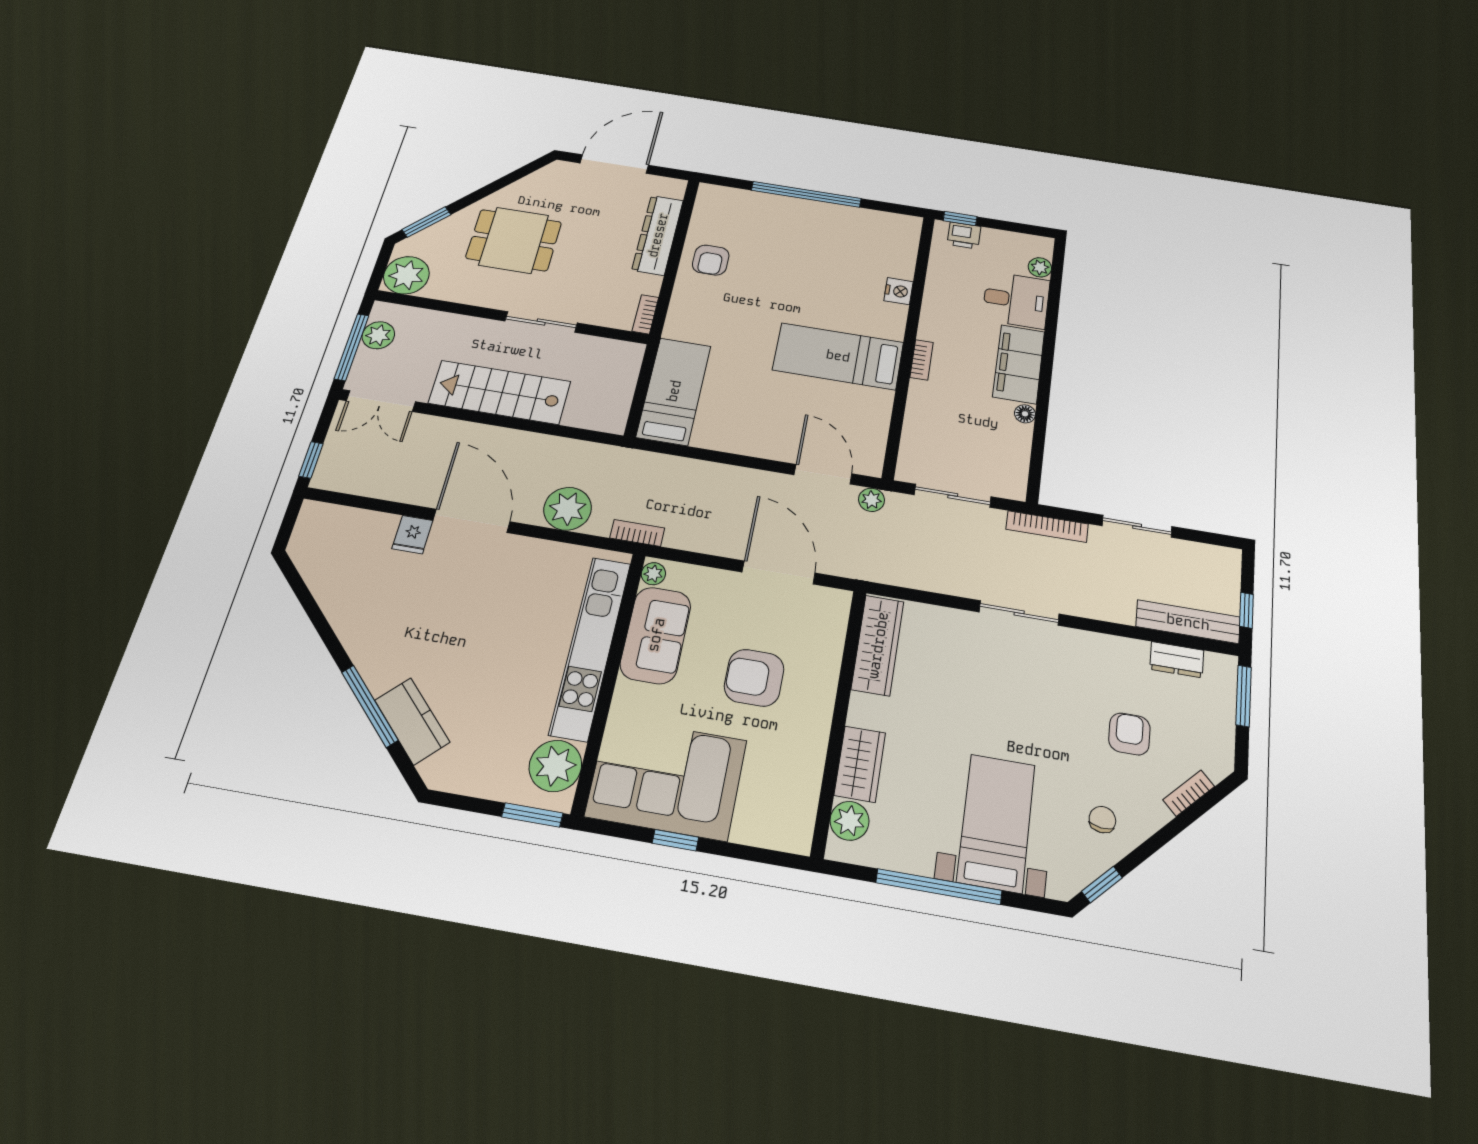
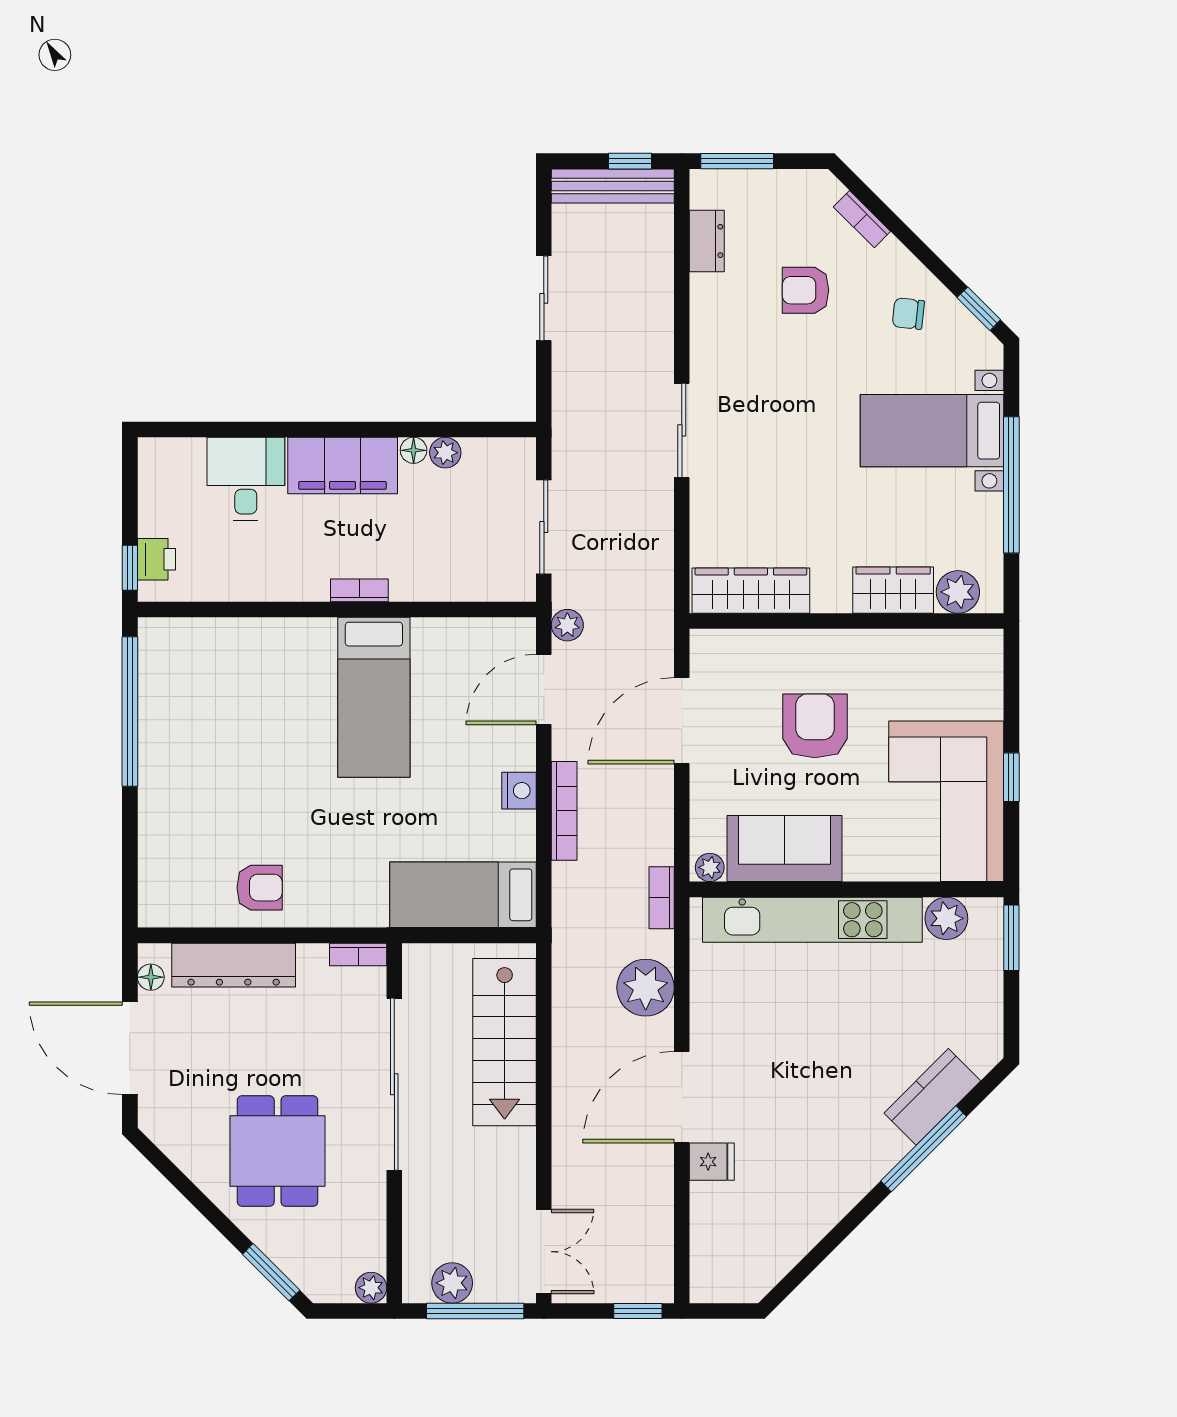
floor lamp: (662, 184) -> (151, 977), added
window: (806, 194) -> (130, 712), moved
plant: (1040, 267) -> (445, 453), moved
plant: (406, 275) -> (371, 1288), width x0.53, depth x0.53
nightstand: (899, 291) -> (519, 791), moved, turned 90
sliding door: (541, 322) -> (394, 1084), width x1.86
stairs: (500, 392) -> (505, 1042), moved
bookcase: (1047, 527) -> (564, 811), moved
bench: (1188, 622) -> (613, 186), moved, turned 90
armchair: (754, 678) -> (815, 726), turned 180
plant: (555, 766) -> (946, 918), width x0.73, depth x0.73

